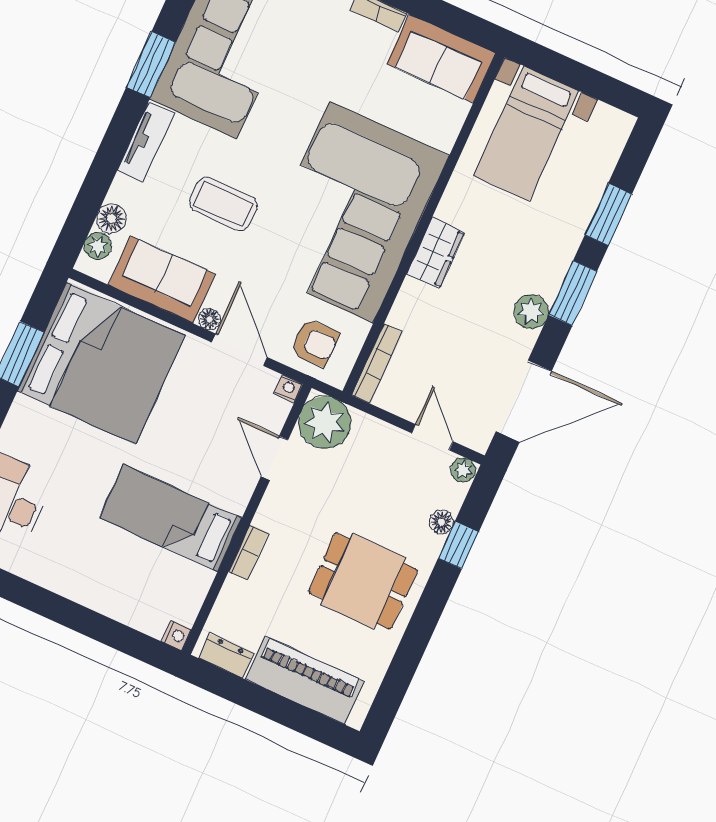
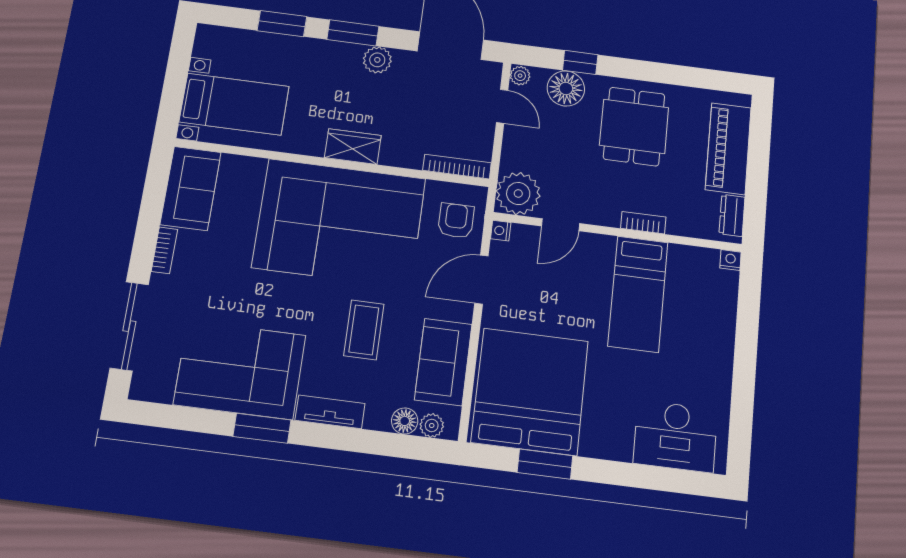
floor lamp: (210, 319) -> (464, 312), removed
door: (432, 437) -> (502, 106), swing flipped
floor lamp: (442, 522) -> (566, 88), width x1.89, depth x1.89

